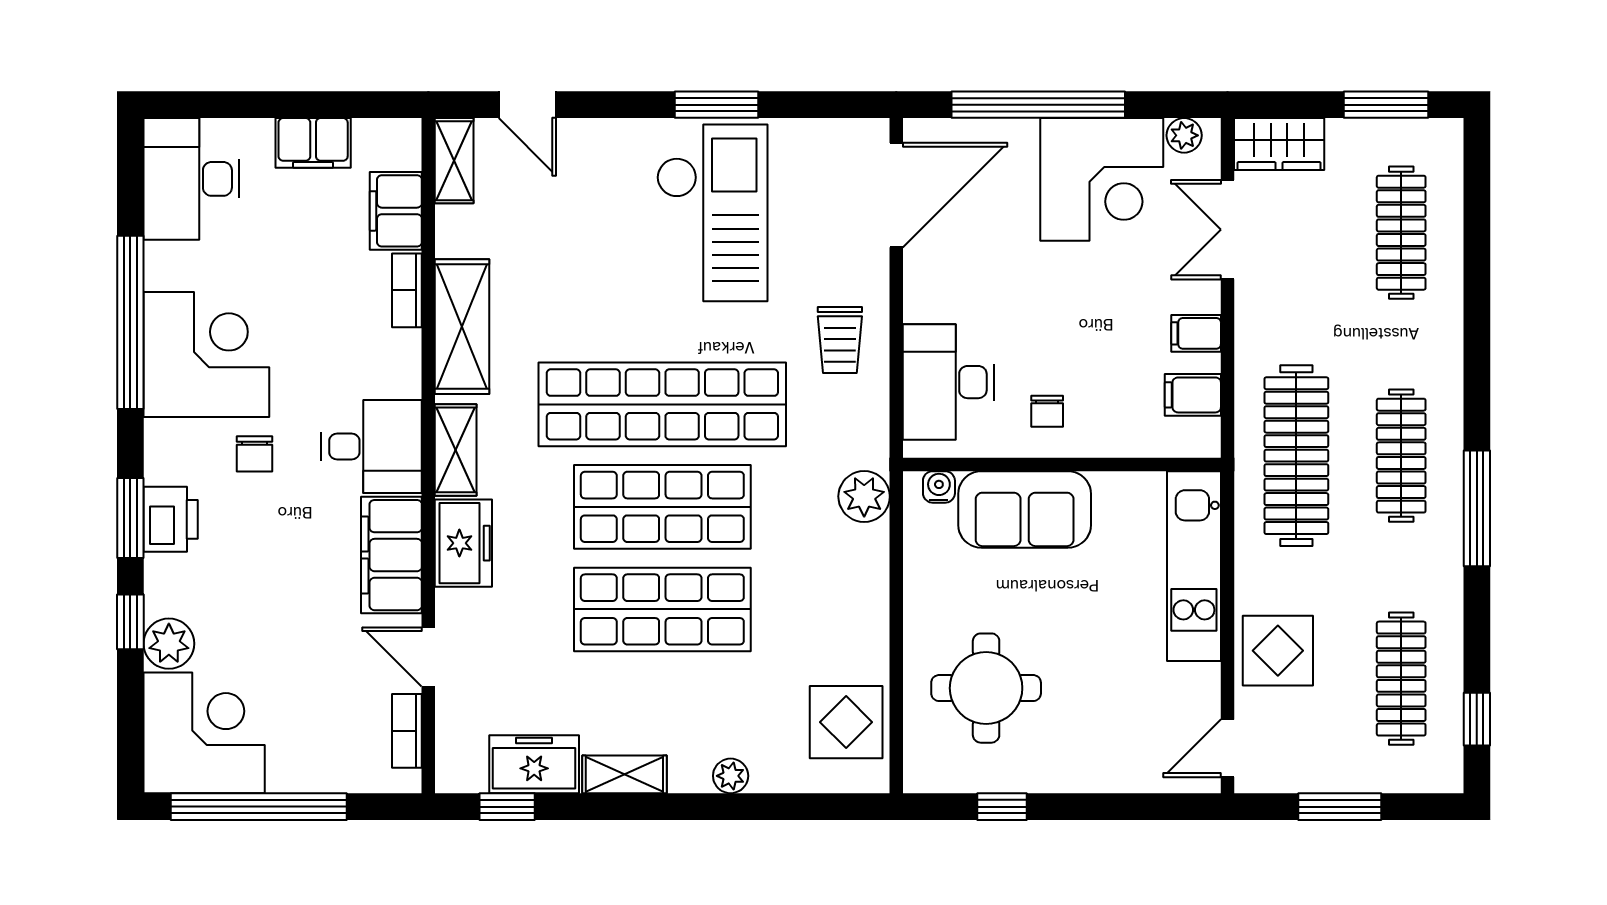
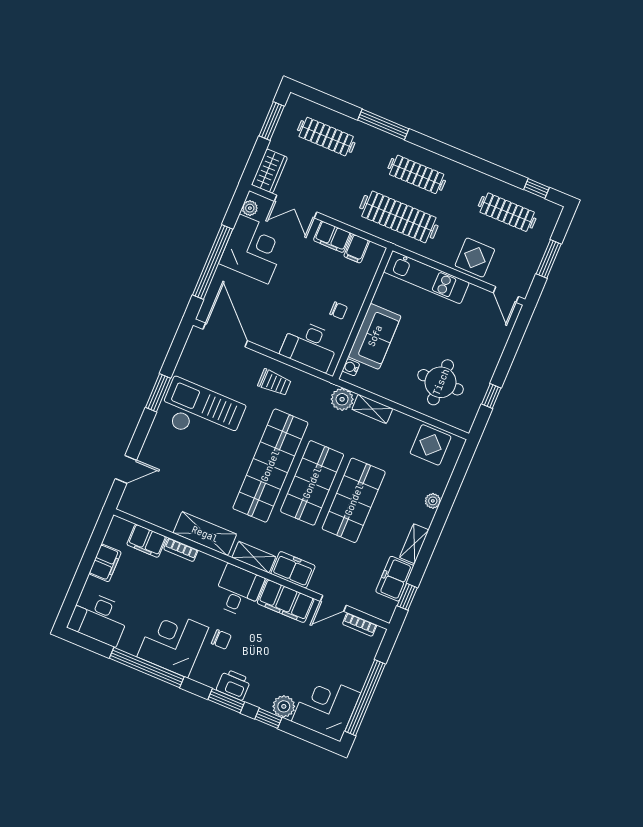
shelving: (454, 161) -> (372, 409), moved
filing cabinet: (1196, 333) -> (332, 237), width x2.00
window: (1477, 508) -> (383, 124), moved

